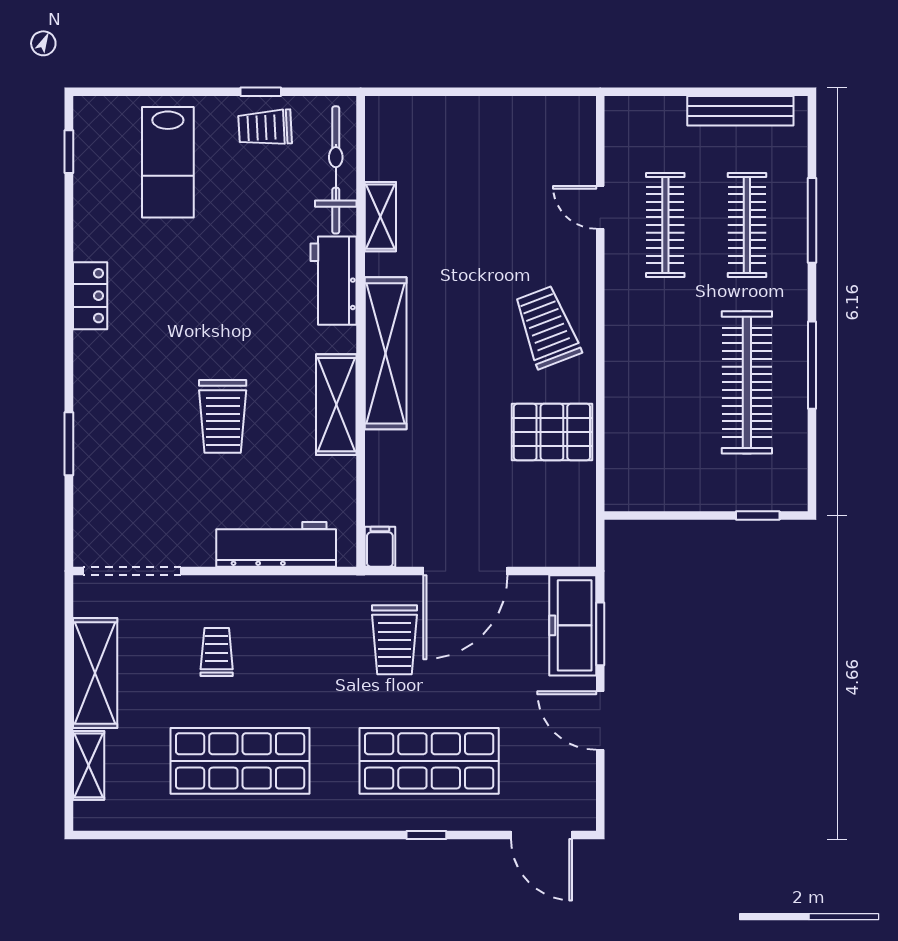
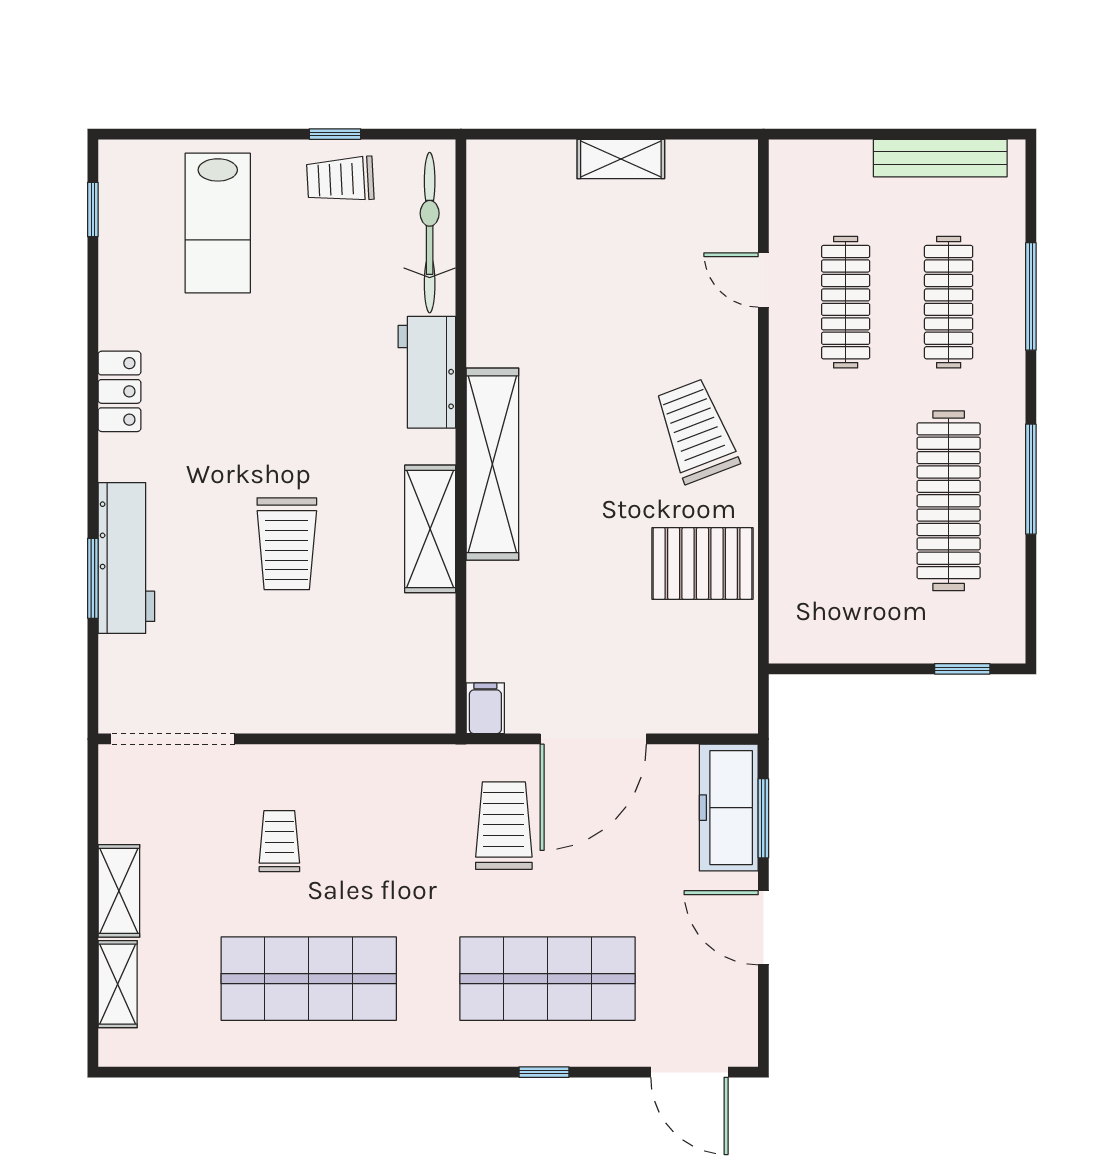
shelving: (380, 217) -> (621, 159), moved, turned 90
workbench: (276, 544) -> (126, 558), moved, turned 90
trolley: (395, 640) -> (504, 826), turned 180
shelving: (95, 673) -> (119, 891), width x0.67, depth x0.75

